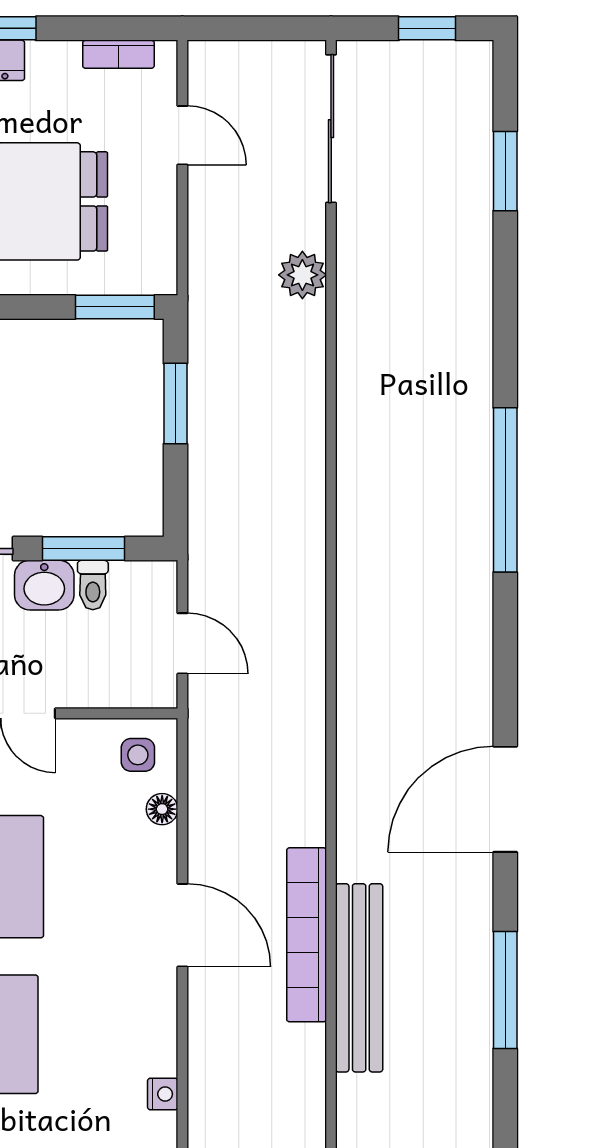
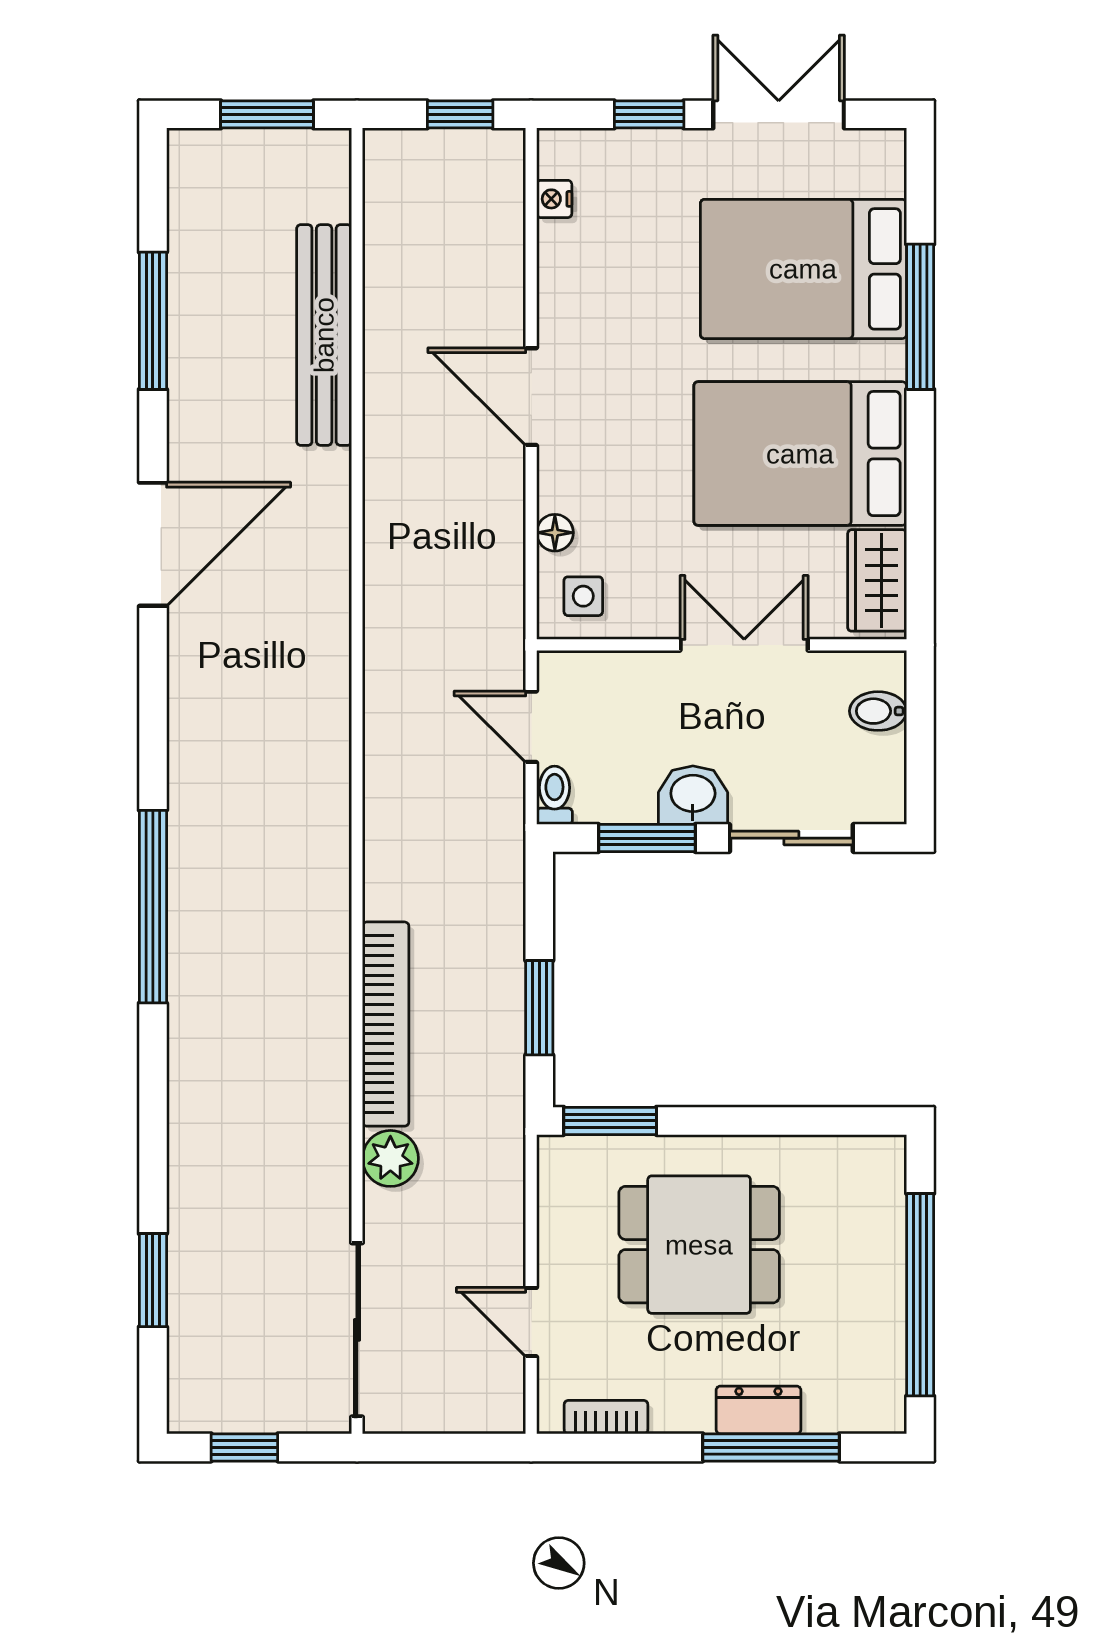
toilet: (93, 585) -> (554, 795), moved
bookcase: (307, 935) -> (386, 1024), moved

